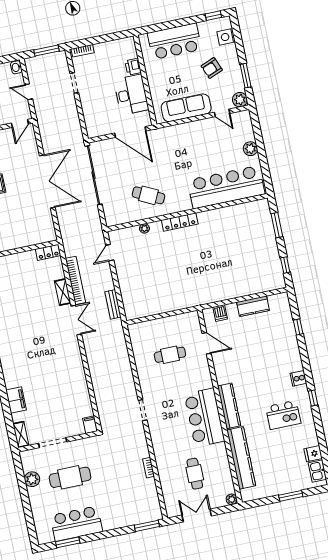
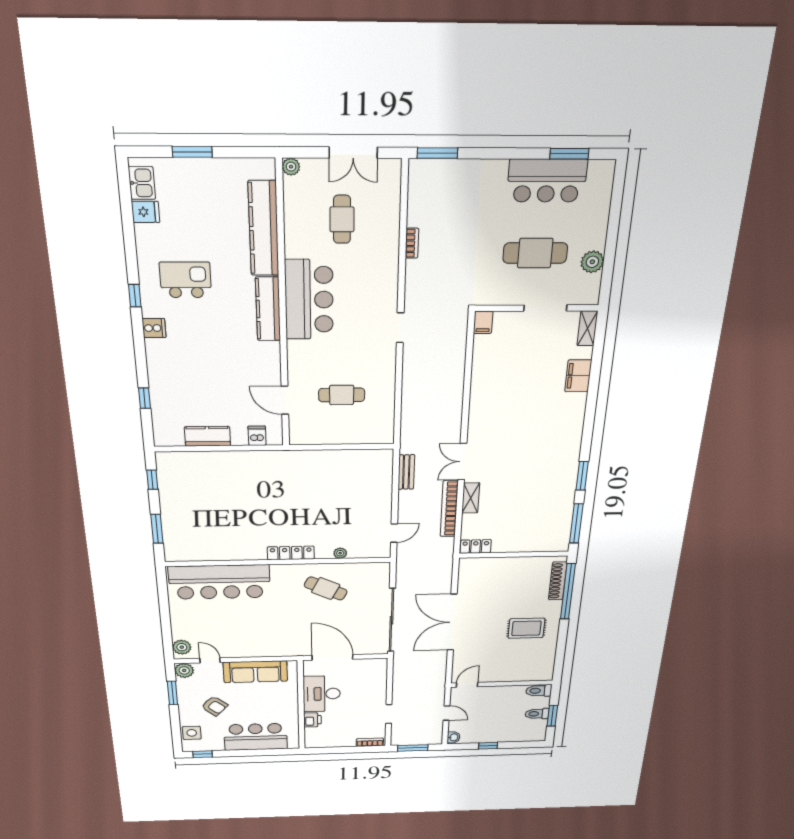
armchair: (212, 68) -> (214, 706), turned 63
plant: (250, 149) -> (182, 647), moved

